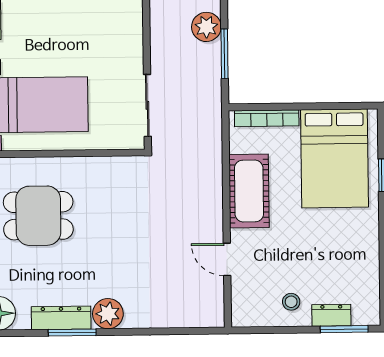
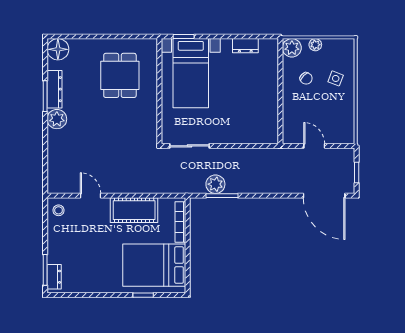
plant: (206, 27) -> (215, 184), moved
door: (227, 259) -> (91, 196), hinge flipped
stool: (291, 302) -> (59, 210), moved
dresser: (331, 315) -> (54, 277), moved

